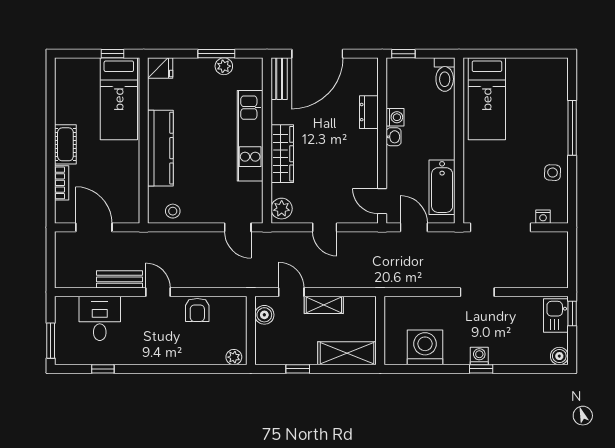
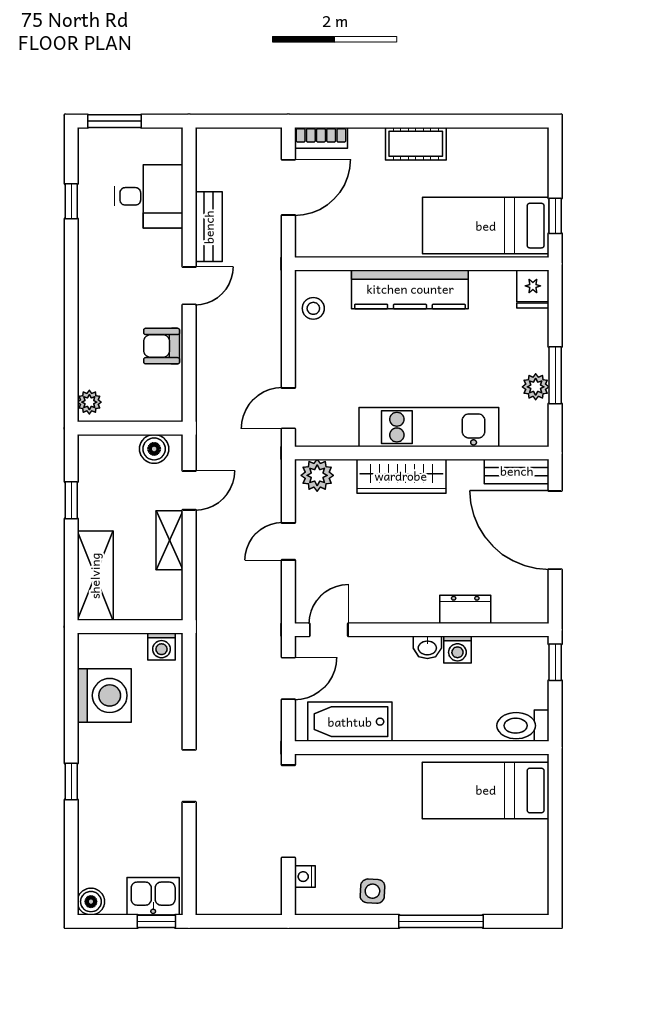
bookcase: (62, 183) -> (321, 138), moved
washing machine: (479, 356) -> (162, 646), moved, turned 90

